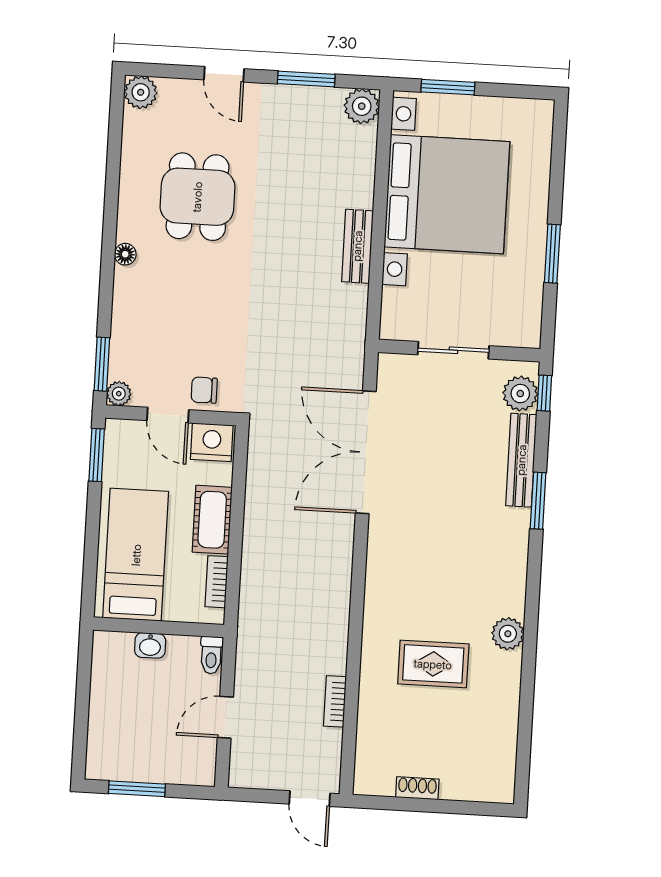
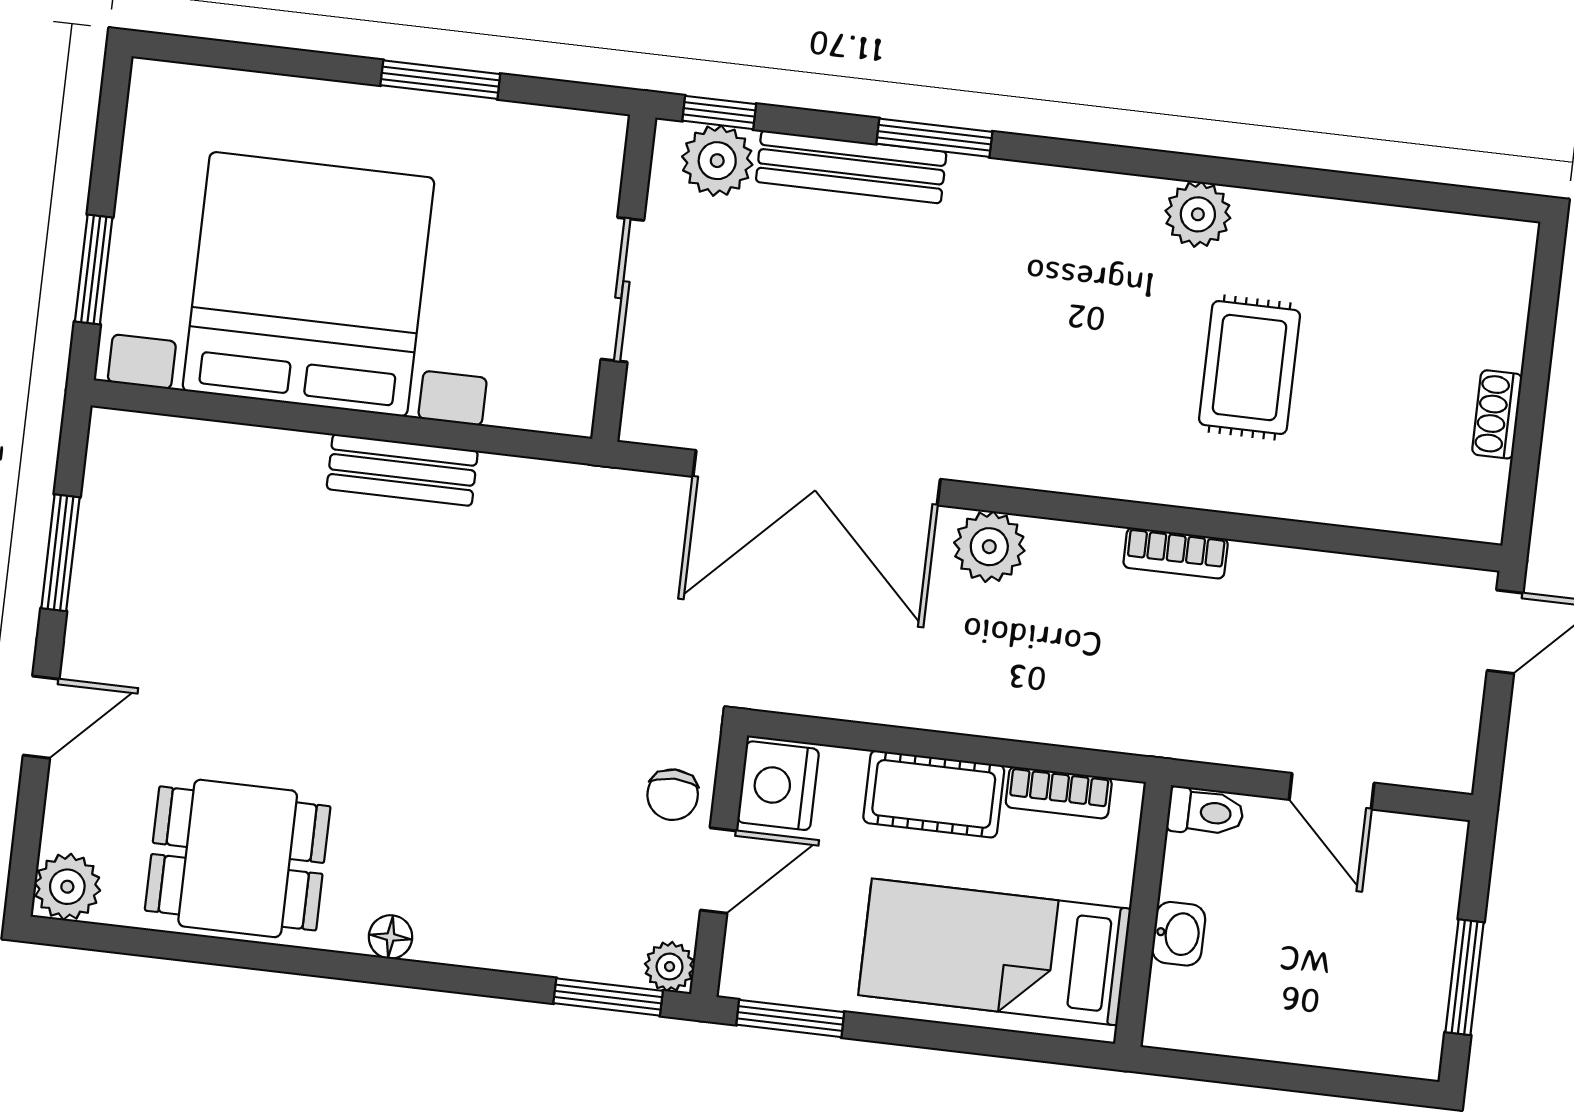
plant: (362, 106) -> (989, 547), moved
dining table: (197, 197) -> (238, 858), moved
bookcase: (335, 701) -> (1176, 553), moved

